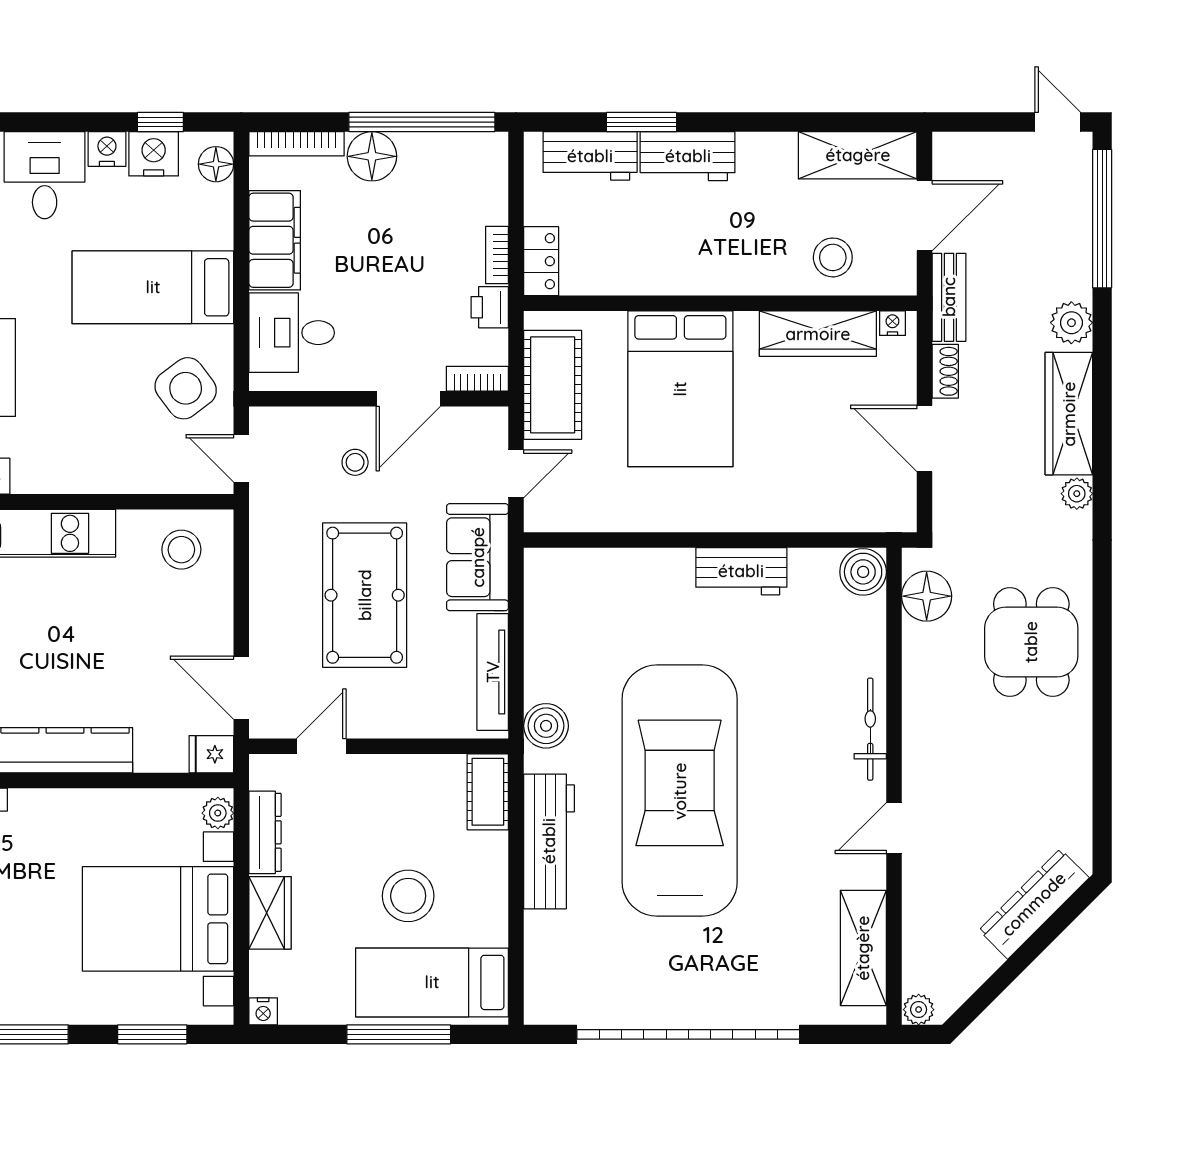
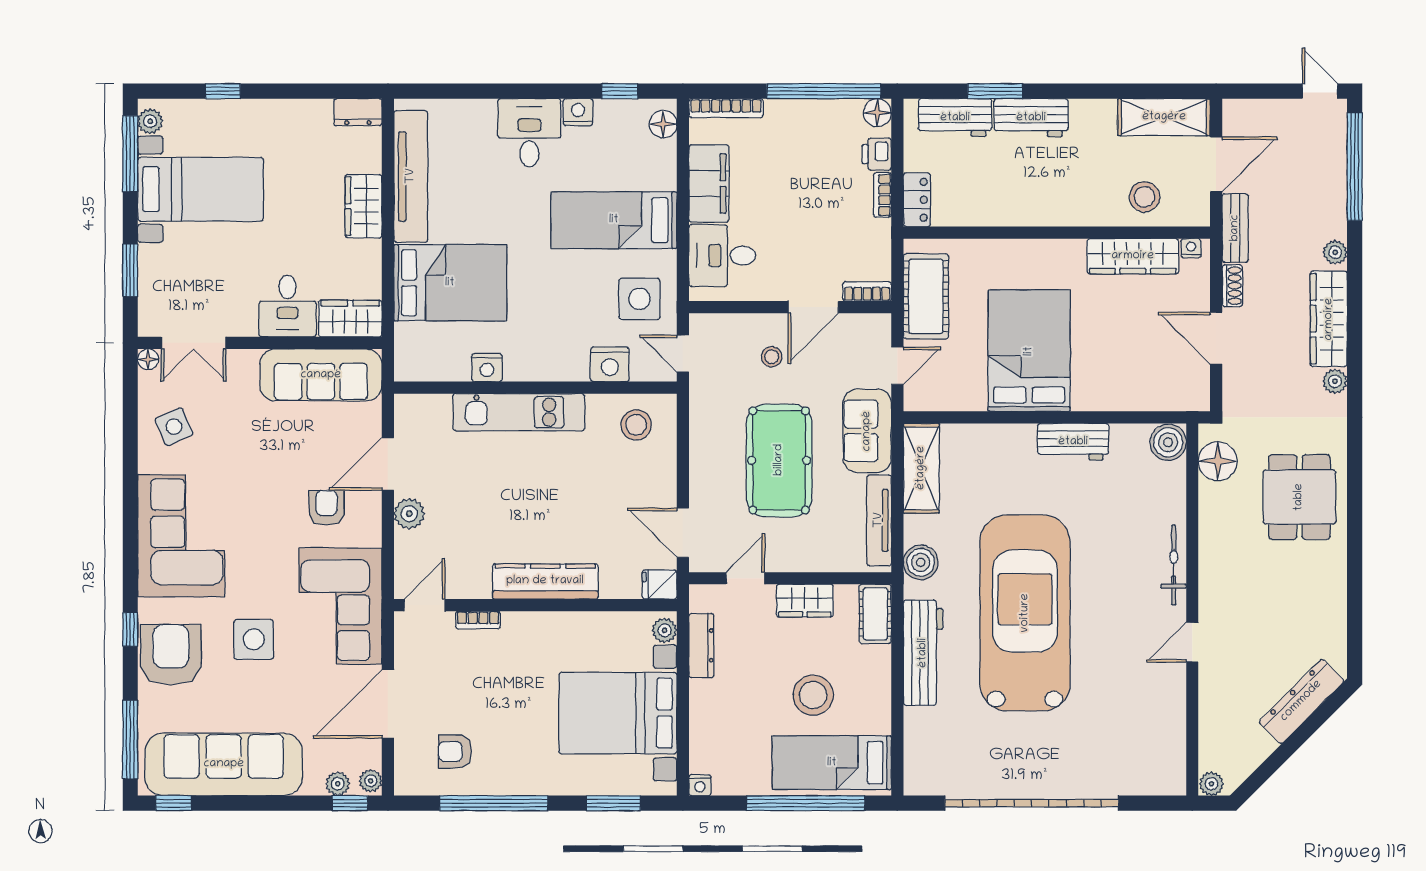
nightstand: (154, 154) -> (610, 364), moved, turned 180
floor lamp: (372, 156) -> (877, 113), moved, width x0.73, depth x0.73
printer: (490, 307) -> (877, 154), moved
plant: (1071, 323) -> (1335, 252), width x0.73, depth x0.73
side table: (186, 388) -> (639, 299), turned 37
bed: (680, 389) -> (1029, 351), moved, turned 180
wardrobe: (270, 913) -> (805, 601), moved, turned 90
shelving: (863, 948) -> (921, 468), moved
window: (399, 1034) -> (806, 803), width x1.46

